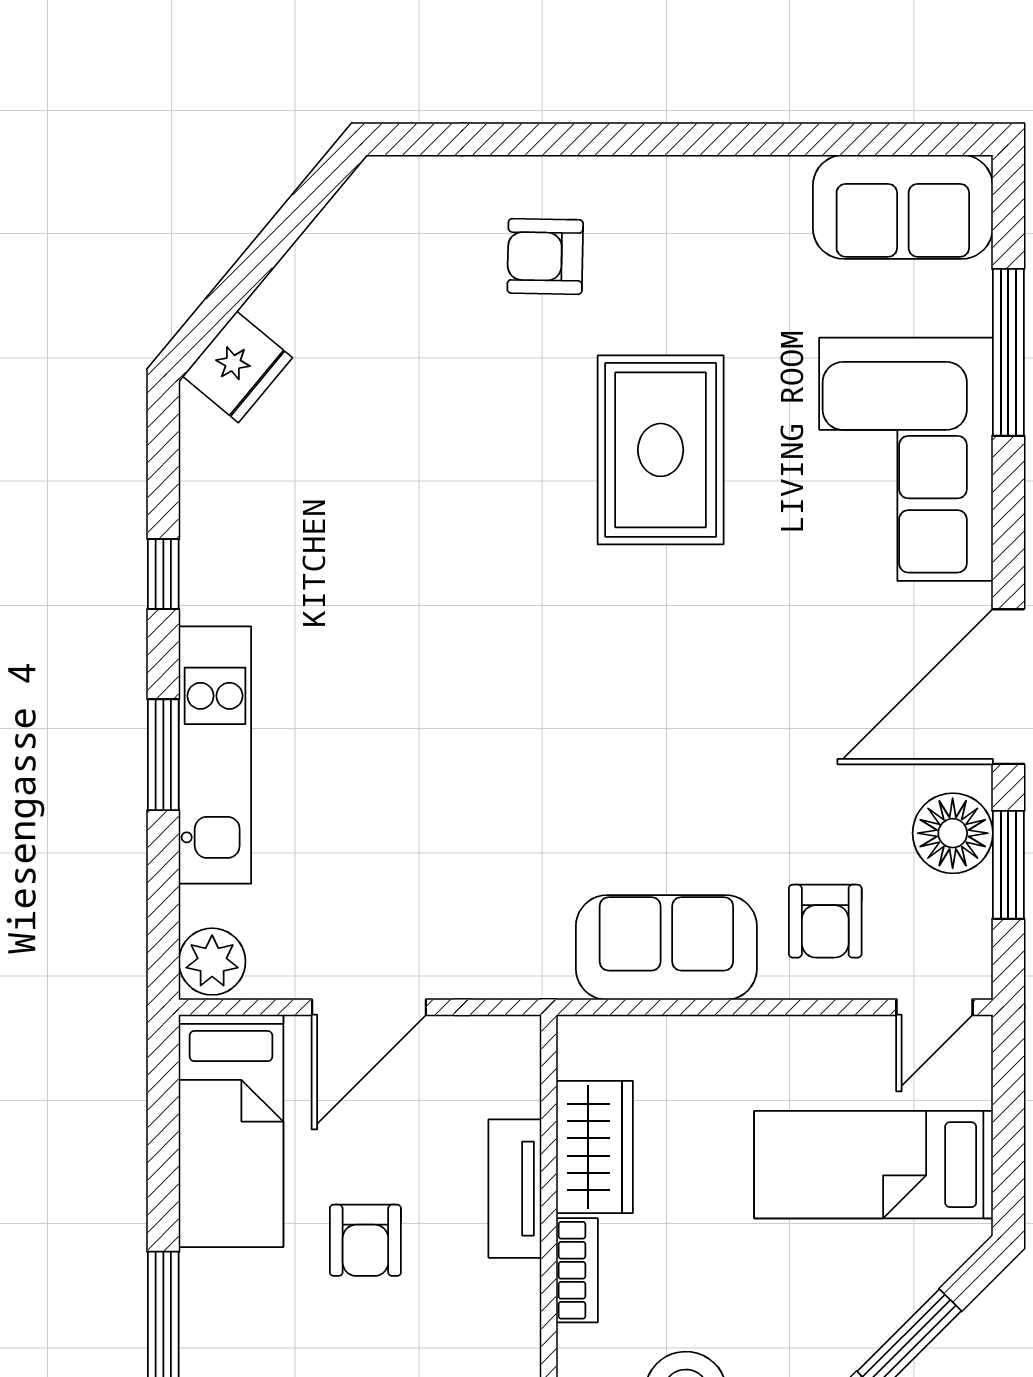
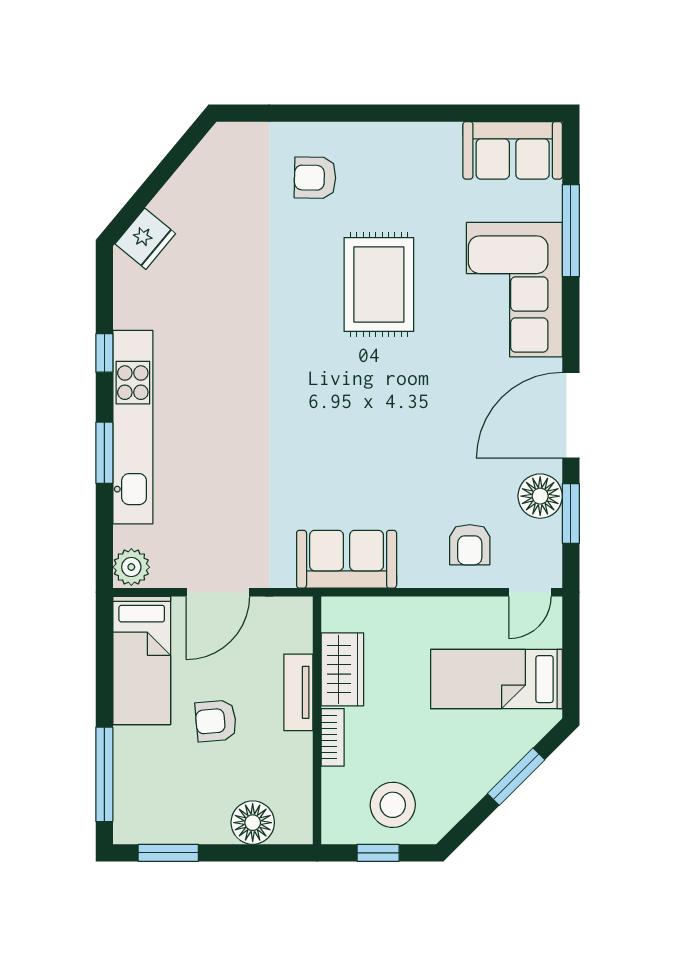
kitchen unit: (215, 755) -> (133, 427), width x1.36
sofa: (666, 947) -> (347, 559), moved
armchair: (365, 1240) -> (216, 721), turned 85

